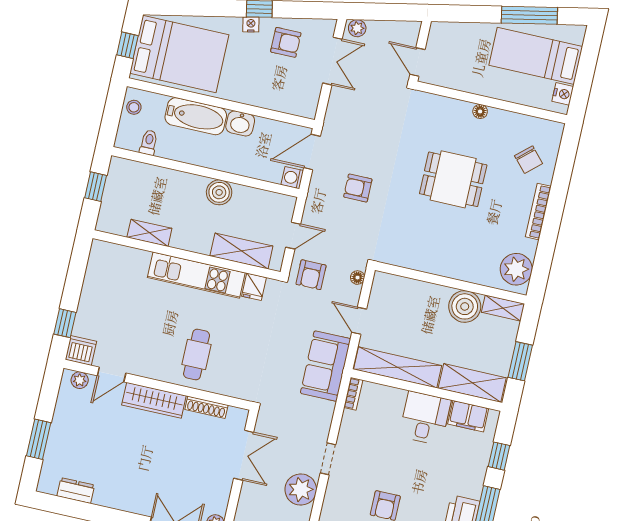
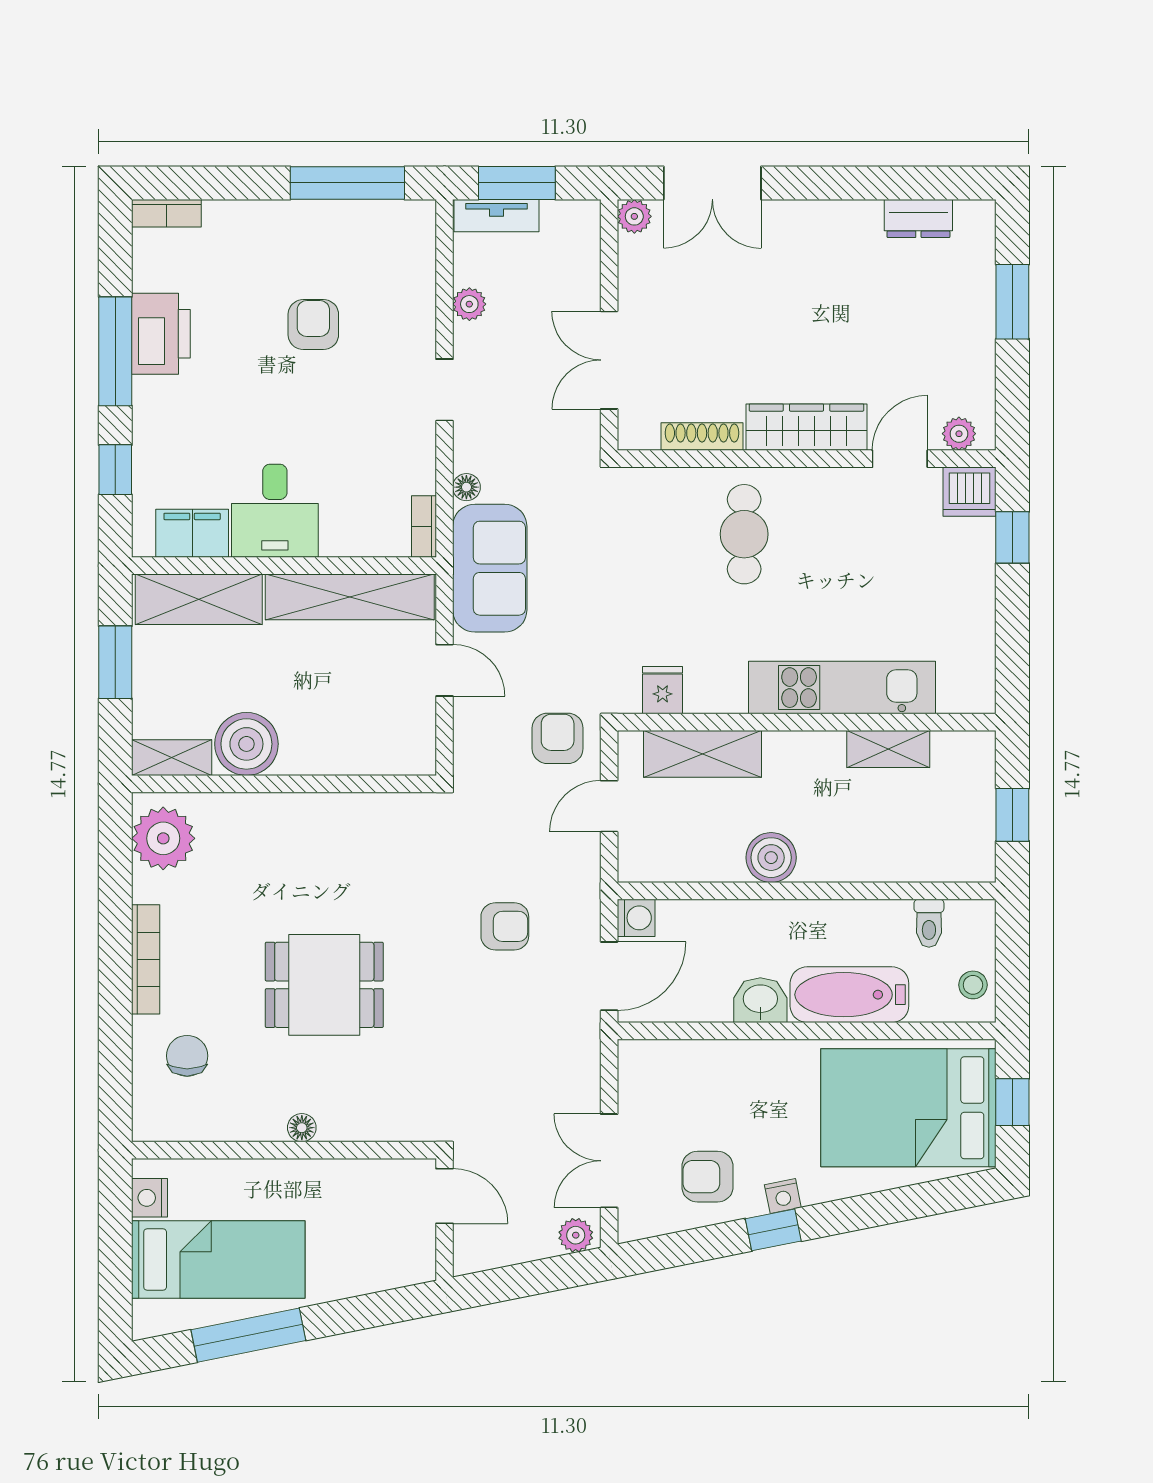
chair: (529, 160) -> (187, 1056), turned 42
kitchen unit: (196, 275) -> (842, 688), moved
floor lamp: (357, 278) -> (466, 487), moved
plant: (301, 490) -> (469, 304), width x0.53, depth x0.53

